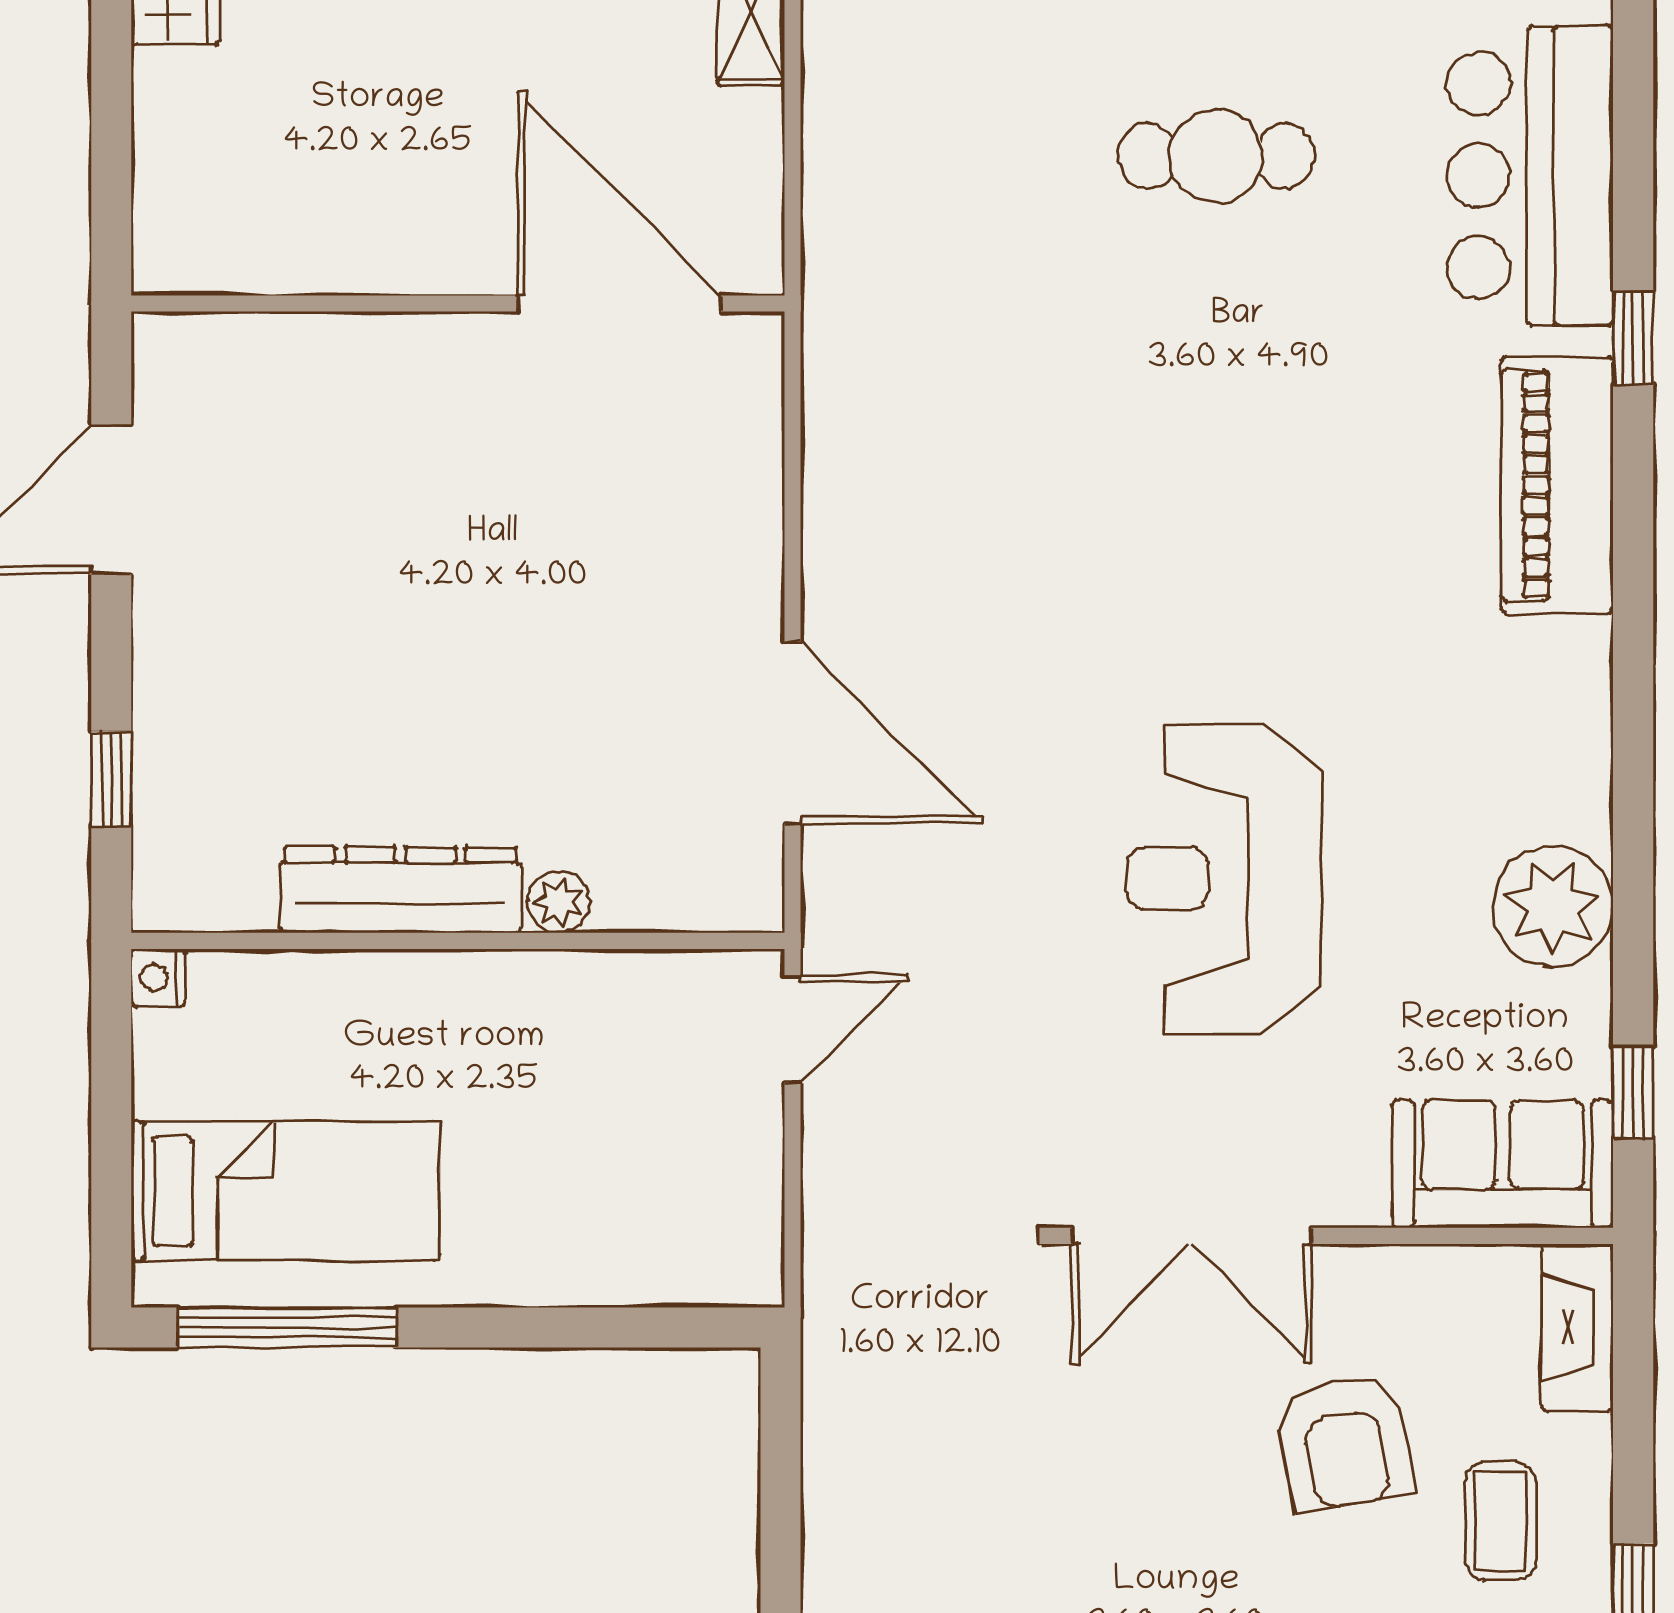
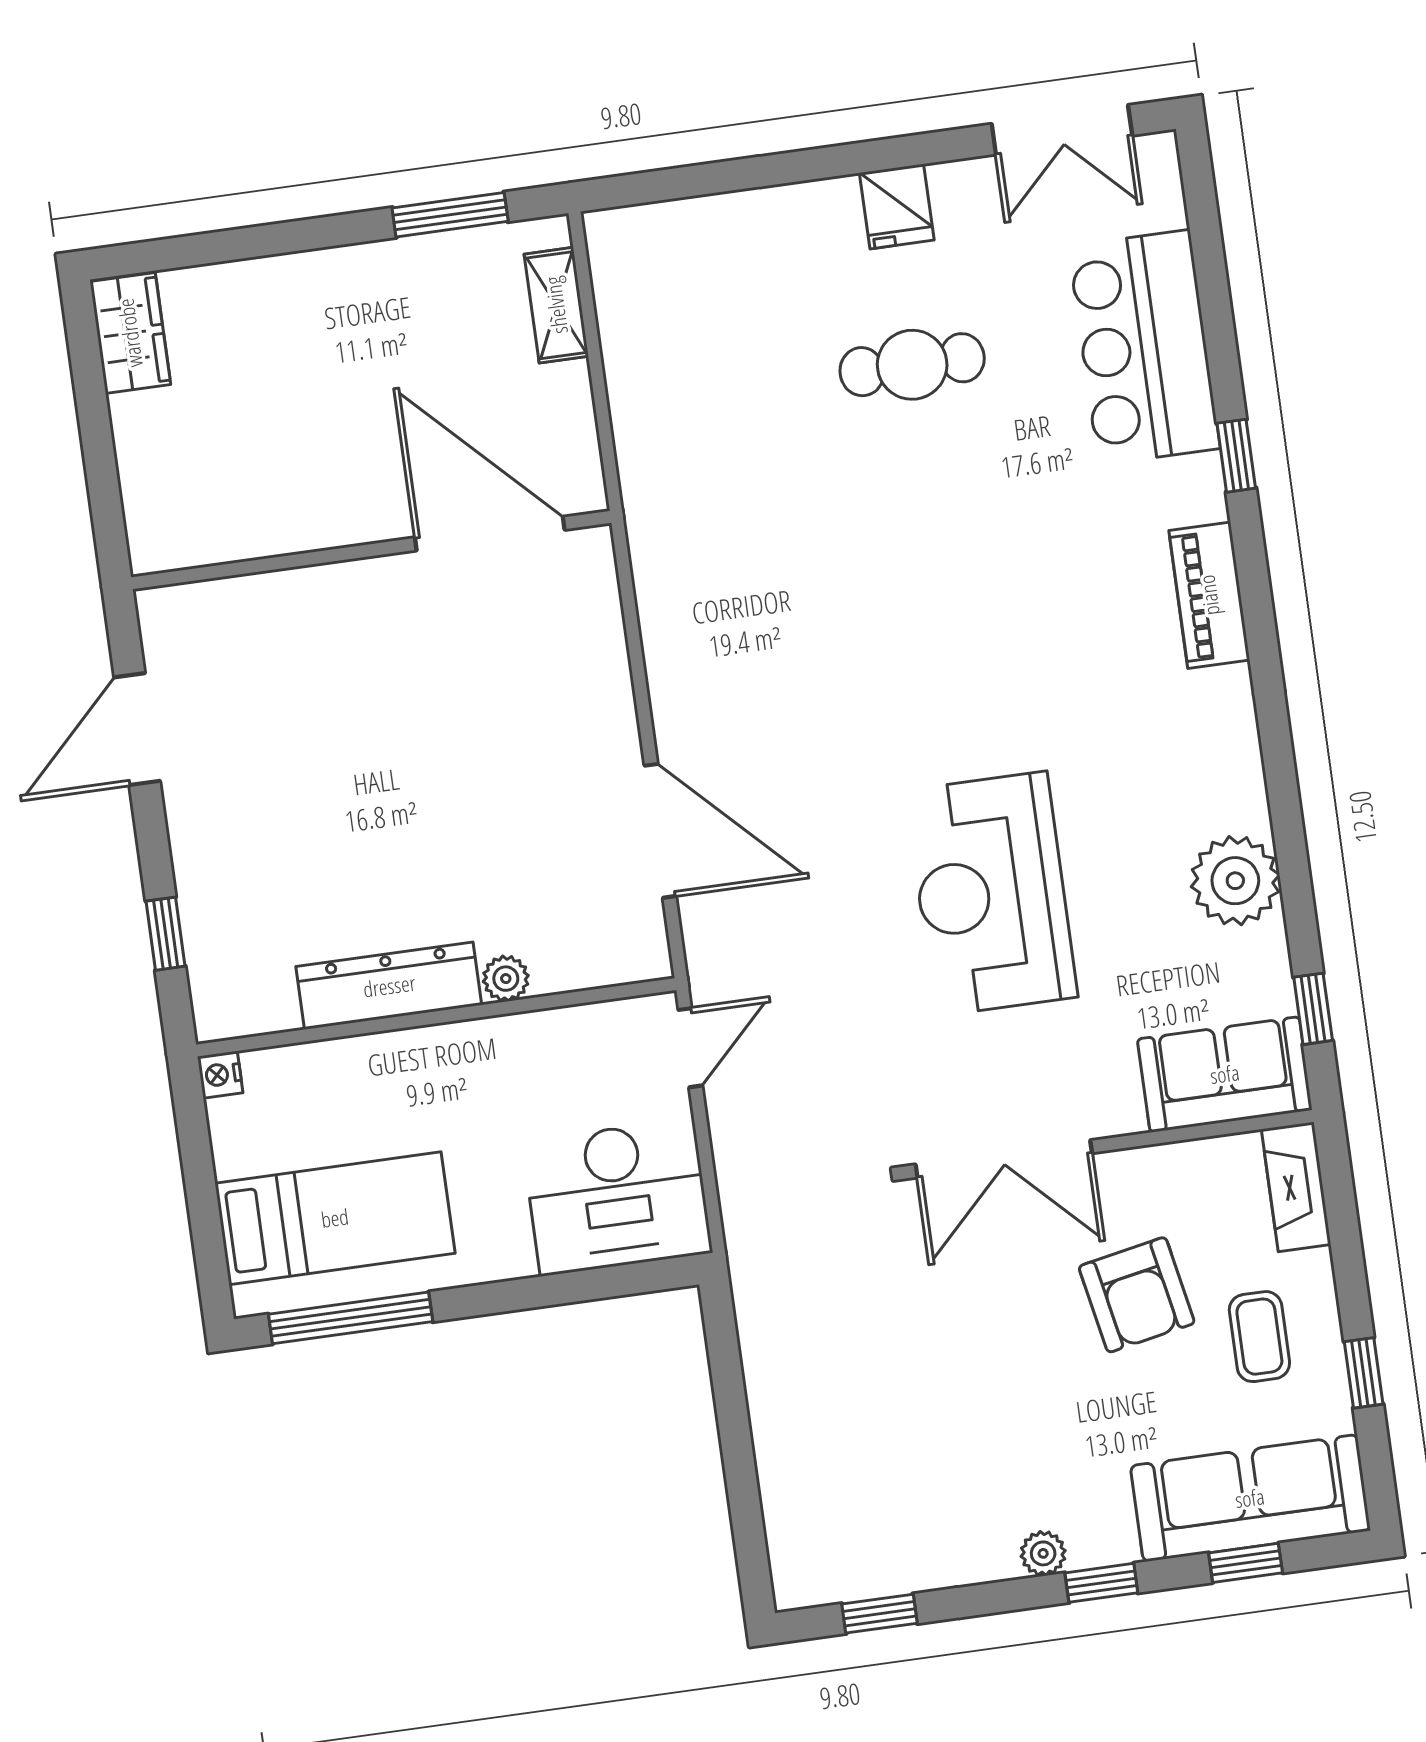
piano: (1557, 485) -> (1209, 595), width x0.73, depth x0.75
desk: (667, 1215) -> (617, 1197), added

